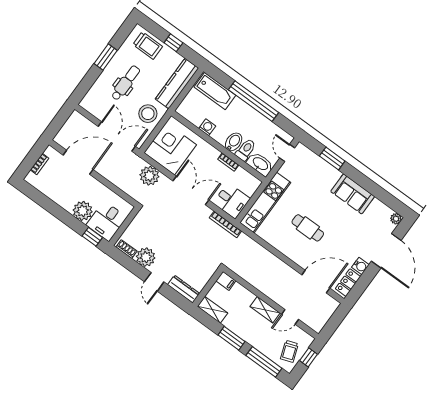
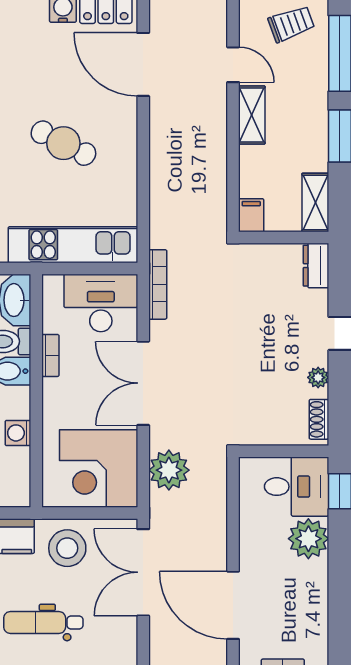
desk: (232, 201) -> (101, 303), width x1.37
cafe table: (308, 228) -> (63, 143), turned -63
plant: (146, 257) -> (318, 377), width x0.53, depth x0.53
dresser: (184, 289) -> (316, 266), width x0.70

